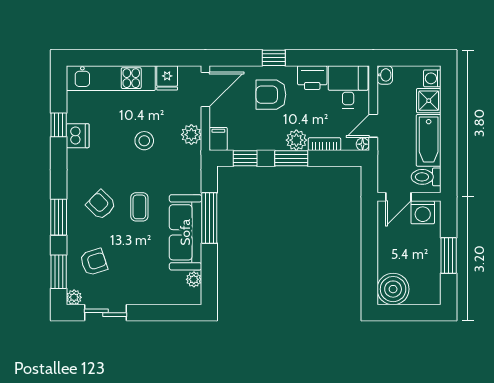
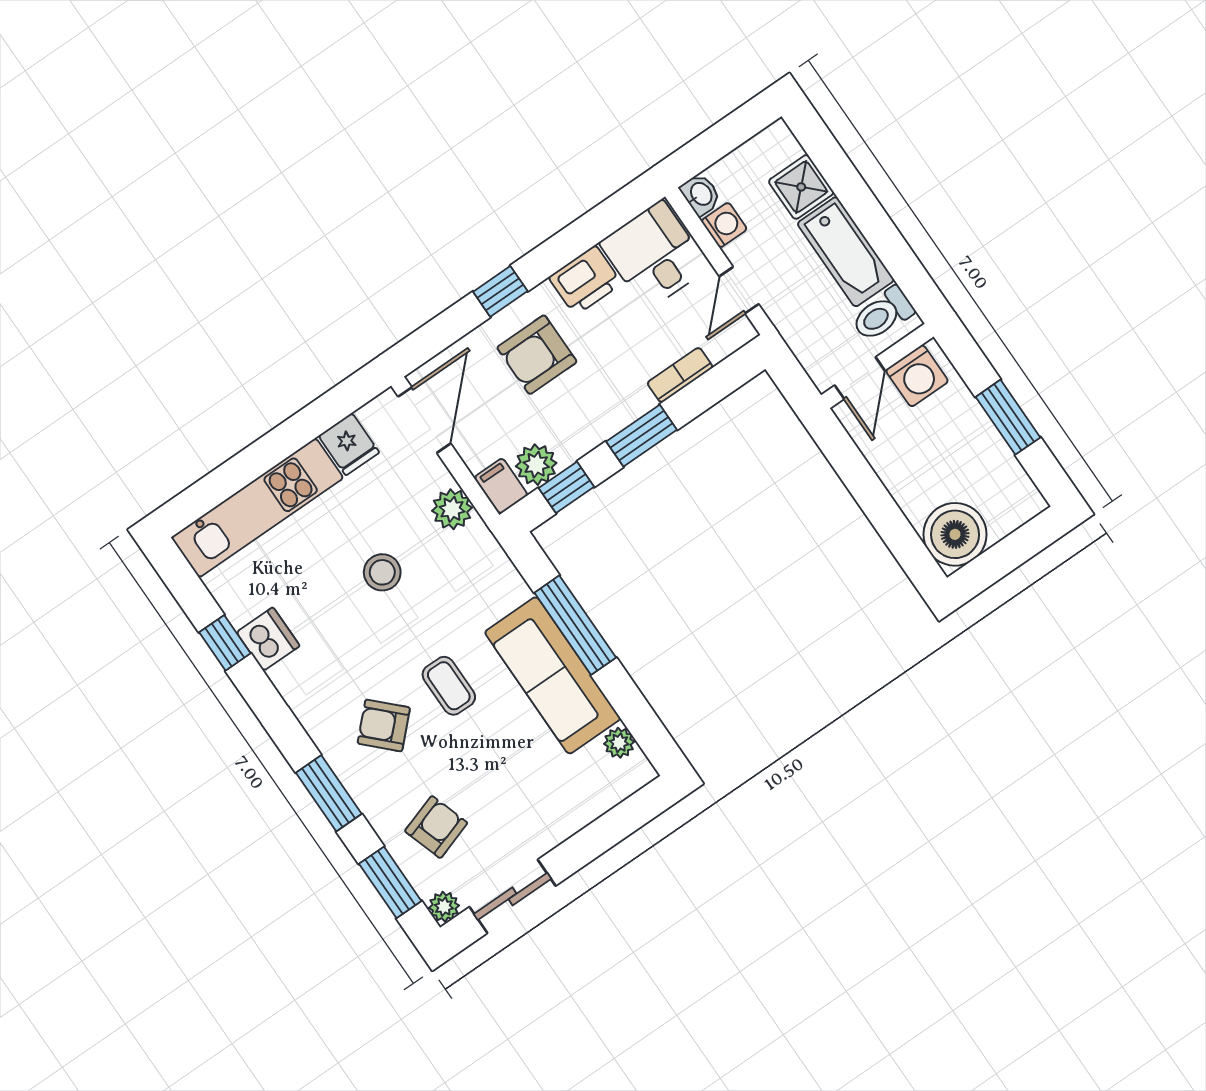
washing machine: (432, 78) -> (724, 225), moved, turned 180
plant: (296, 140) -> (536, 465), moved
floor lamp: (363, 144) -> (742, 332), removed

